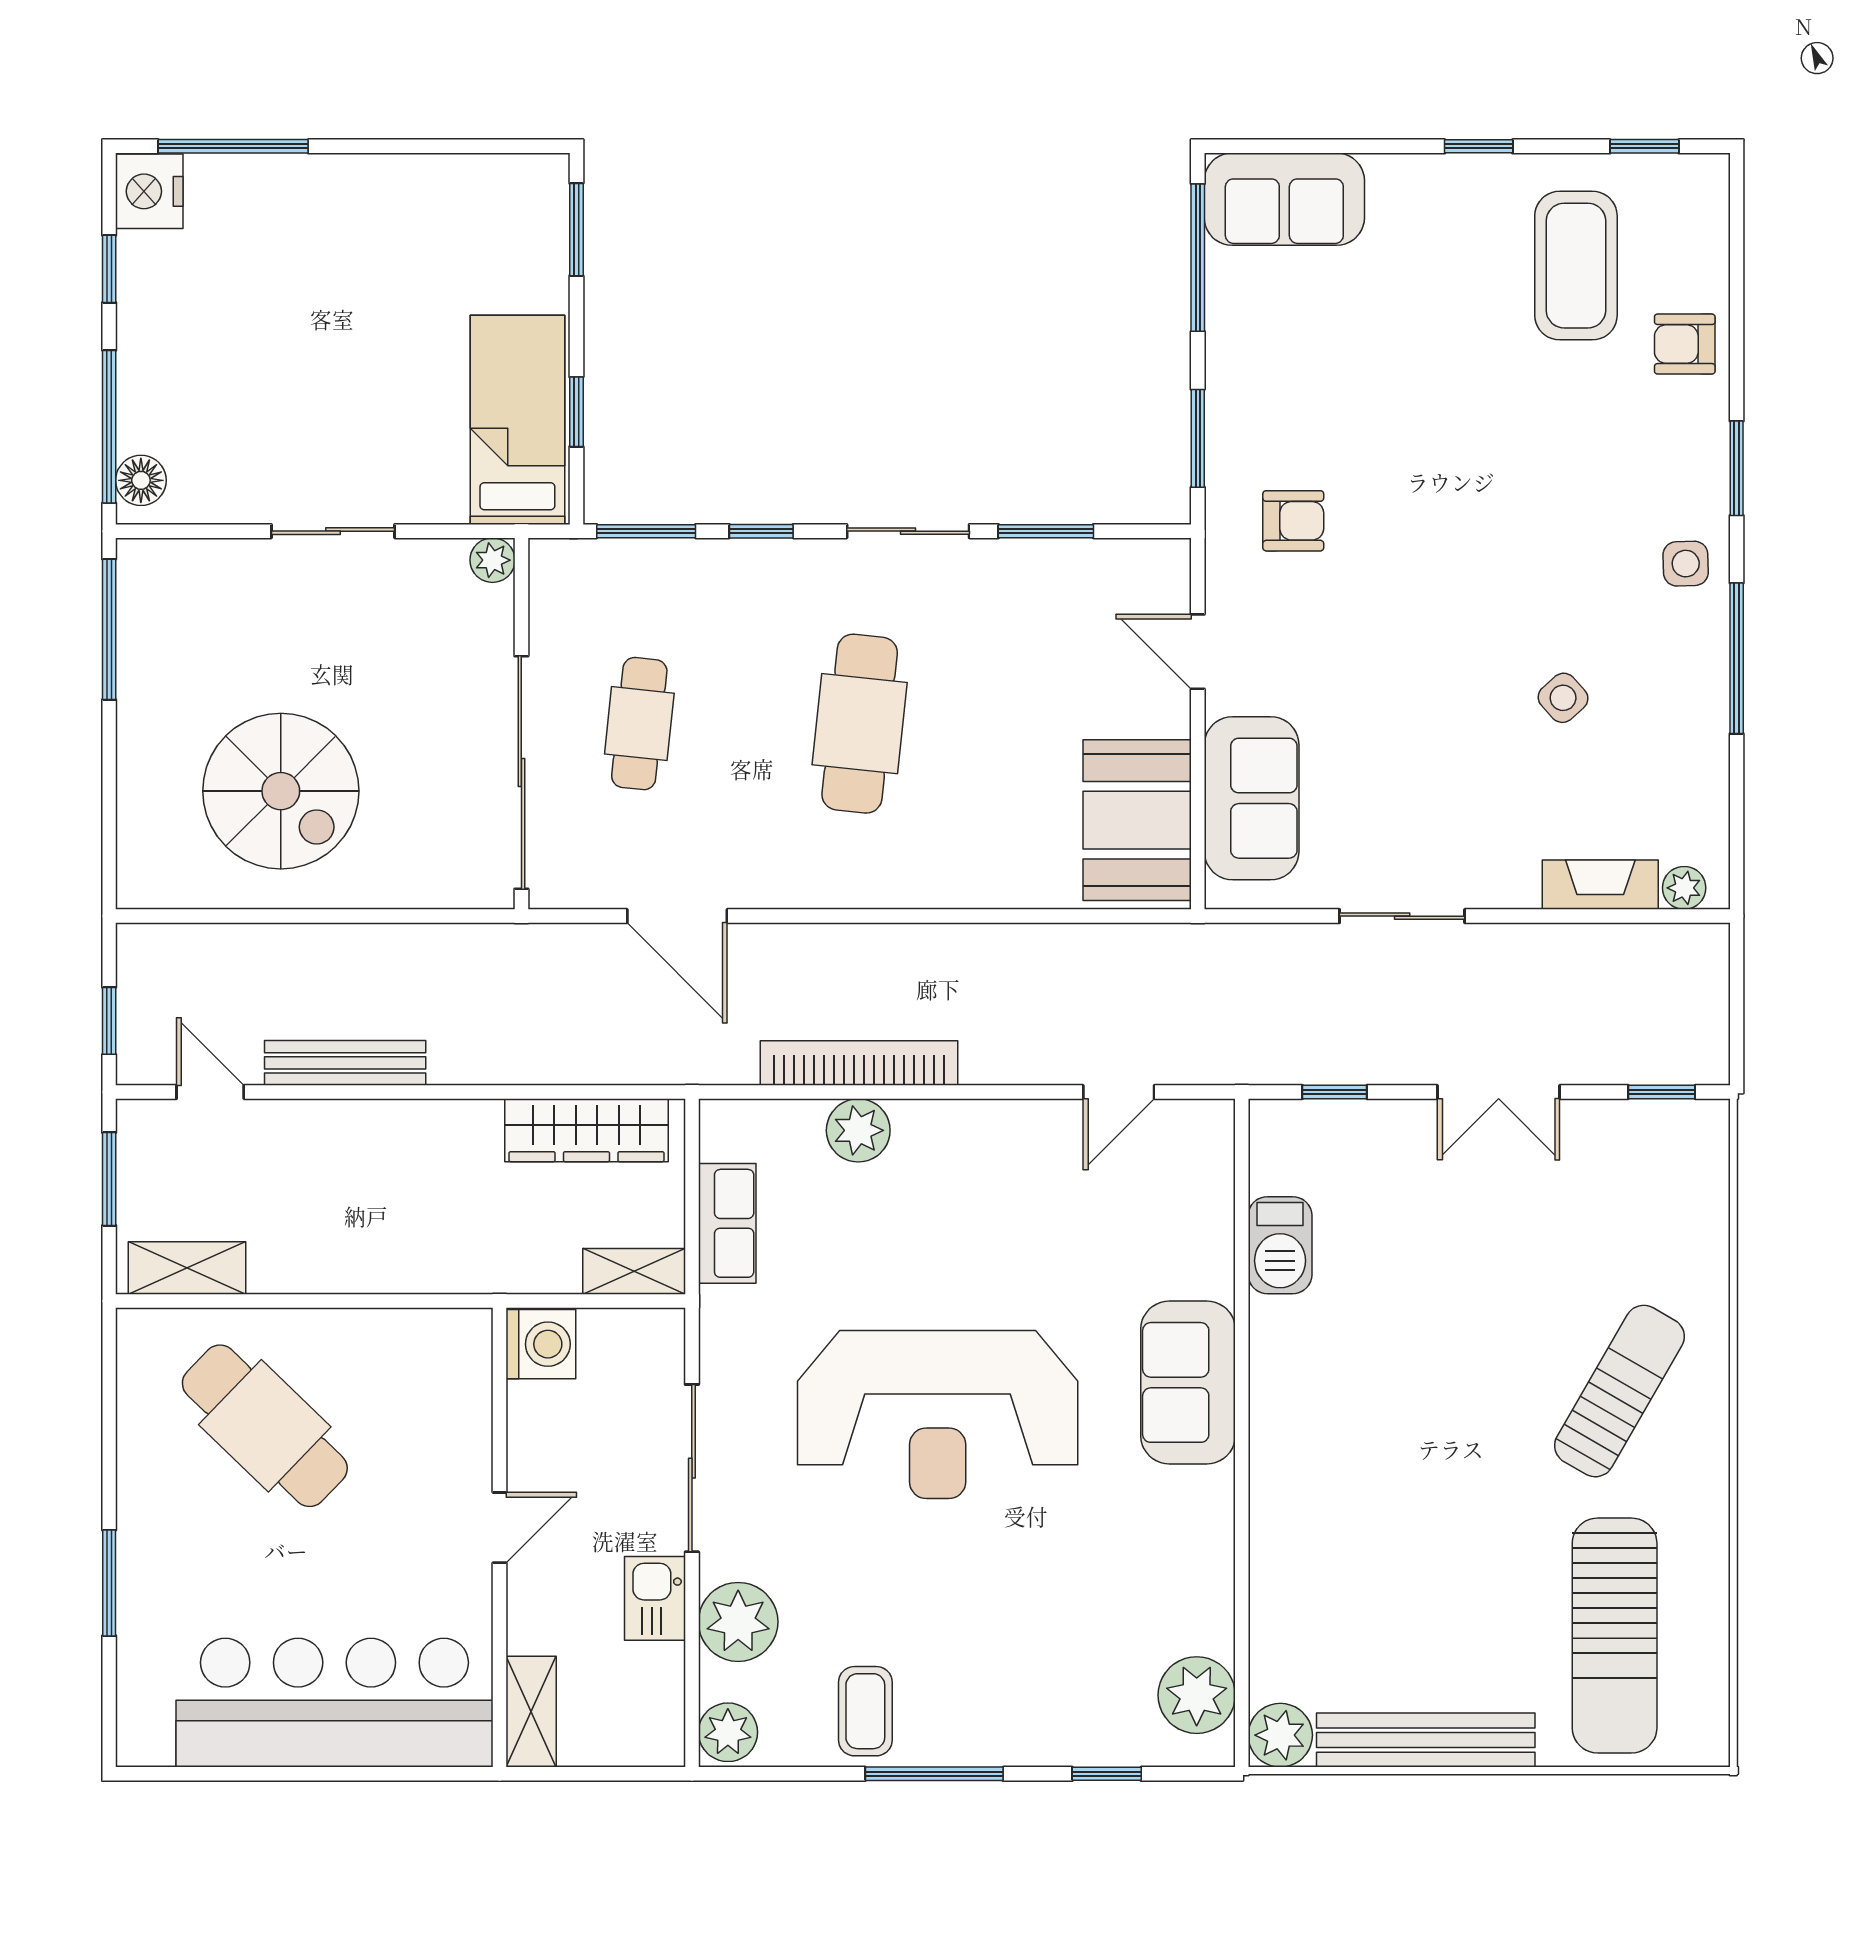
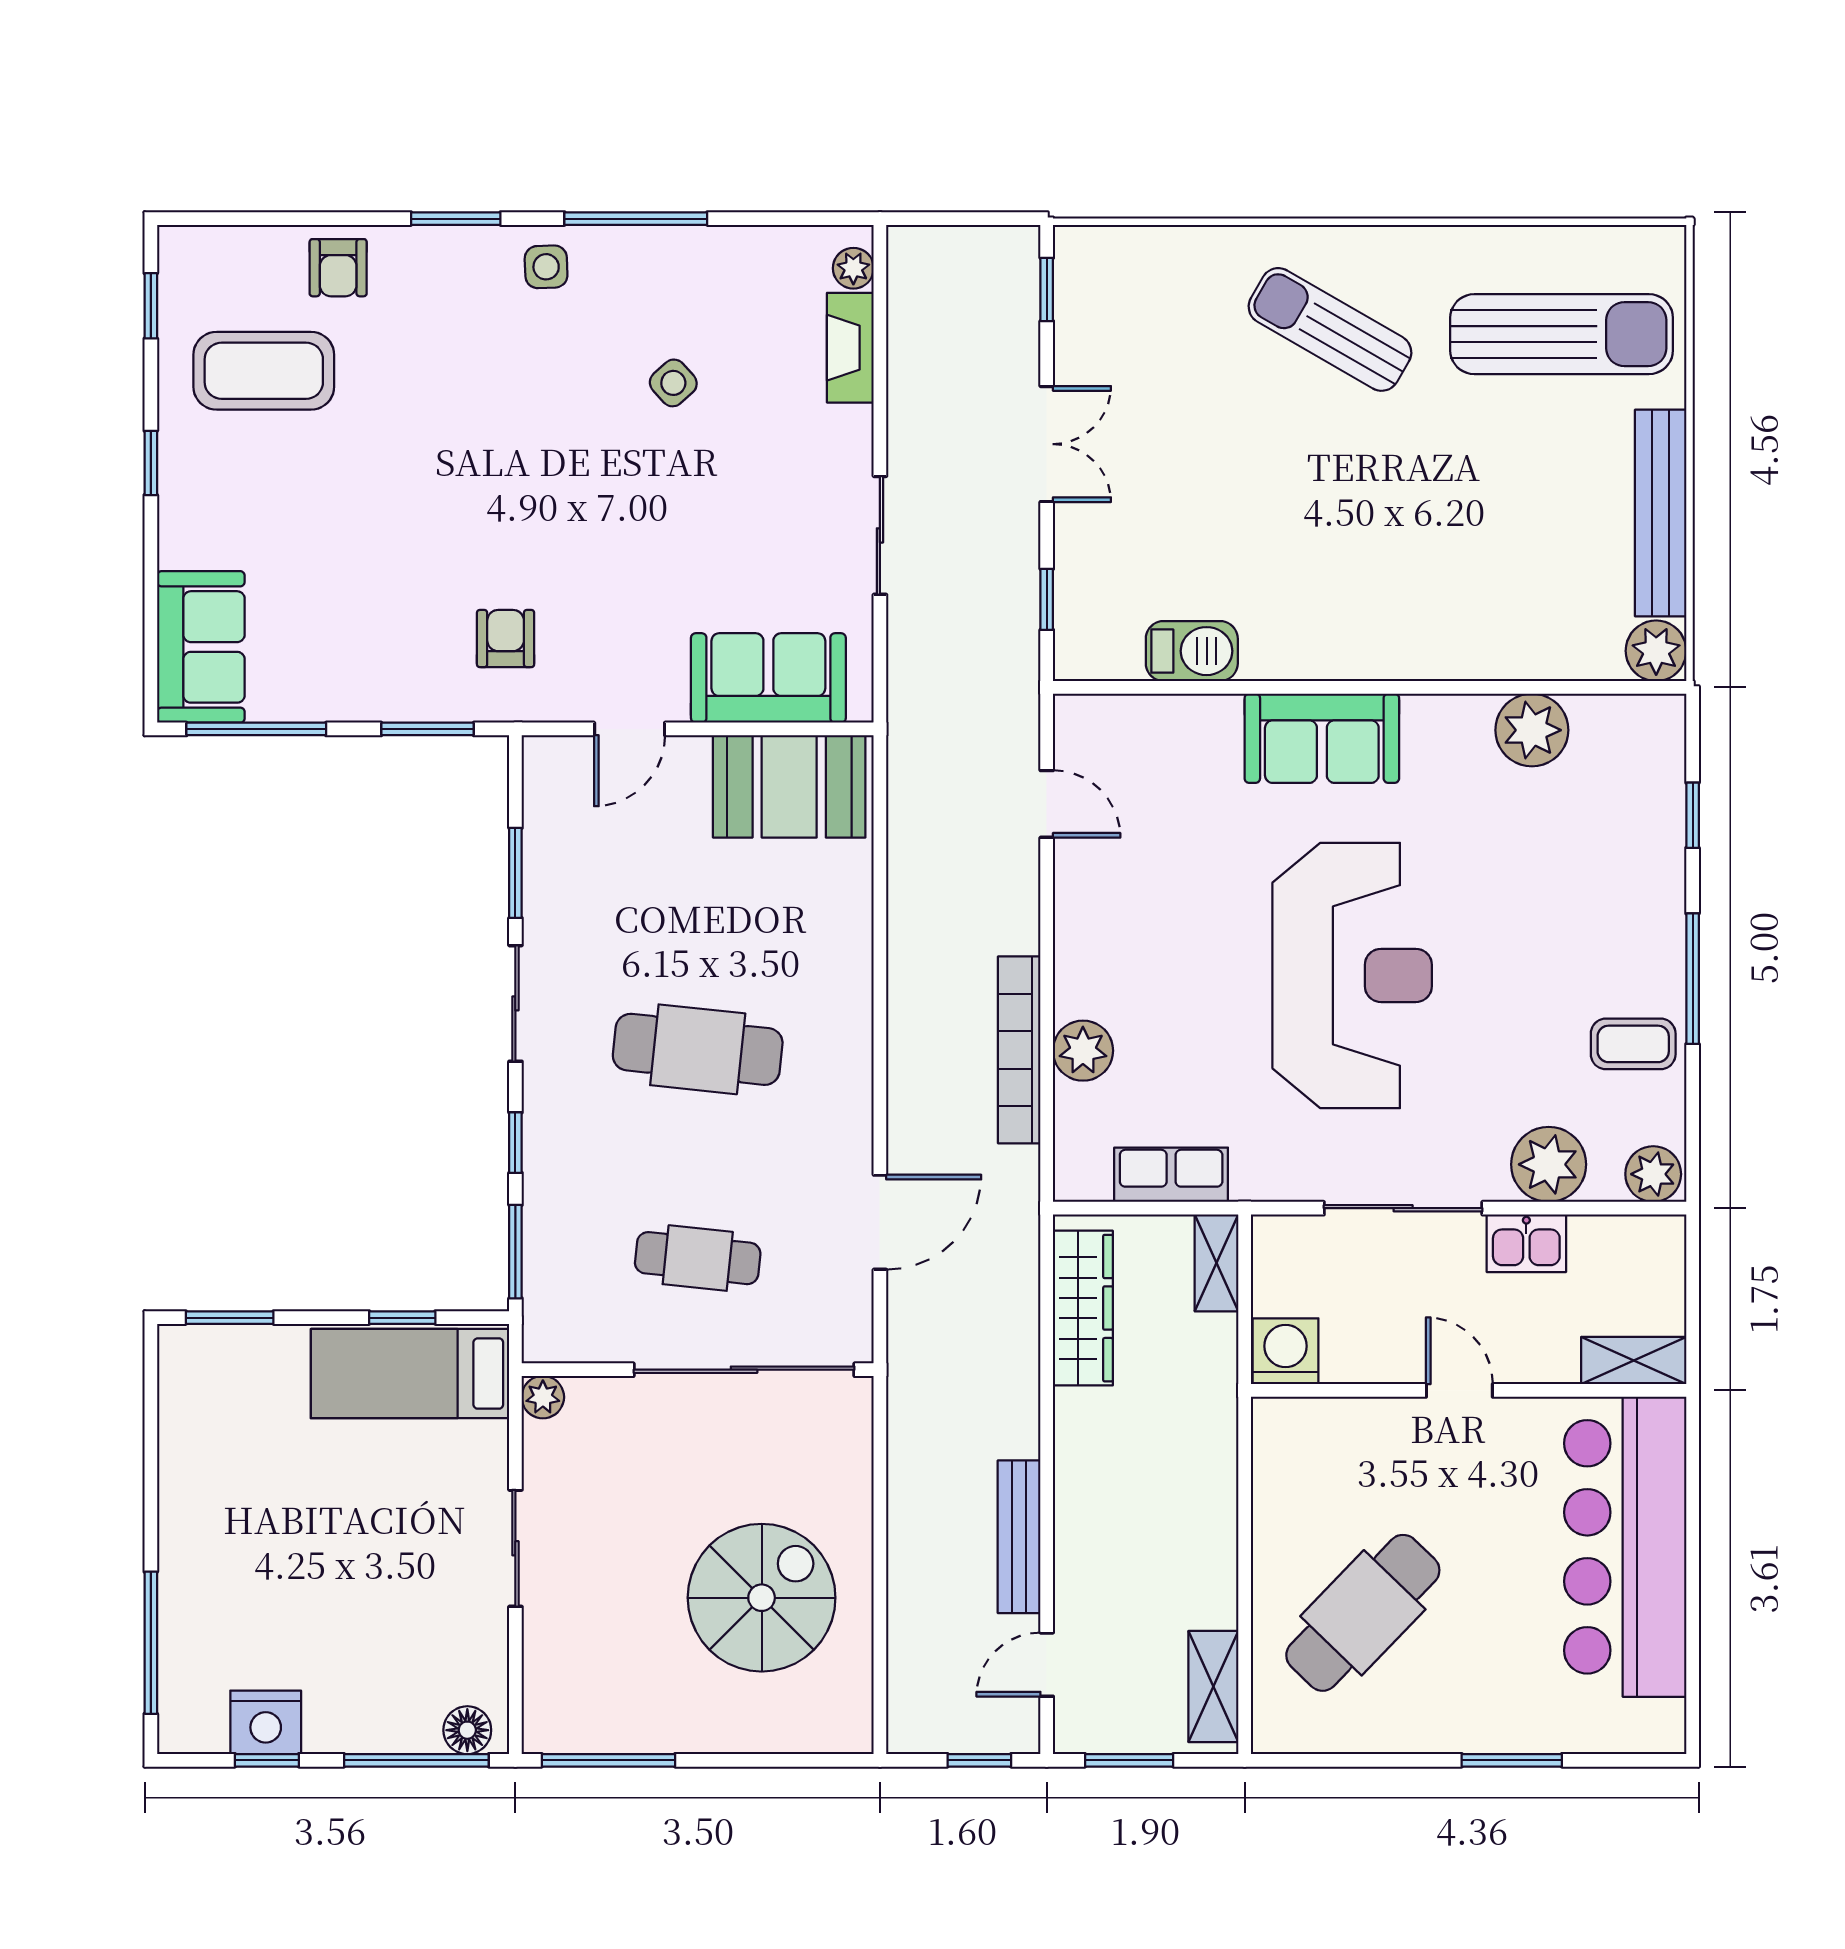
nightstand: (149, 191) -> (266, 1722), moved
plant: (1197, 1695) -> (1532, 730), moved

